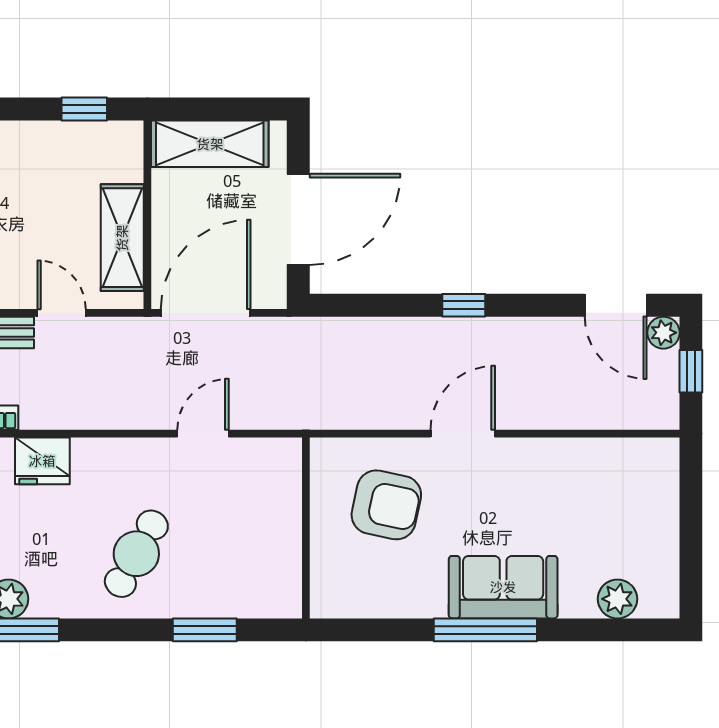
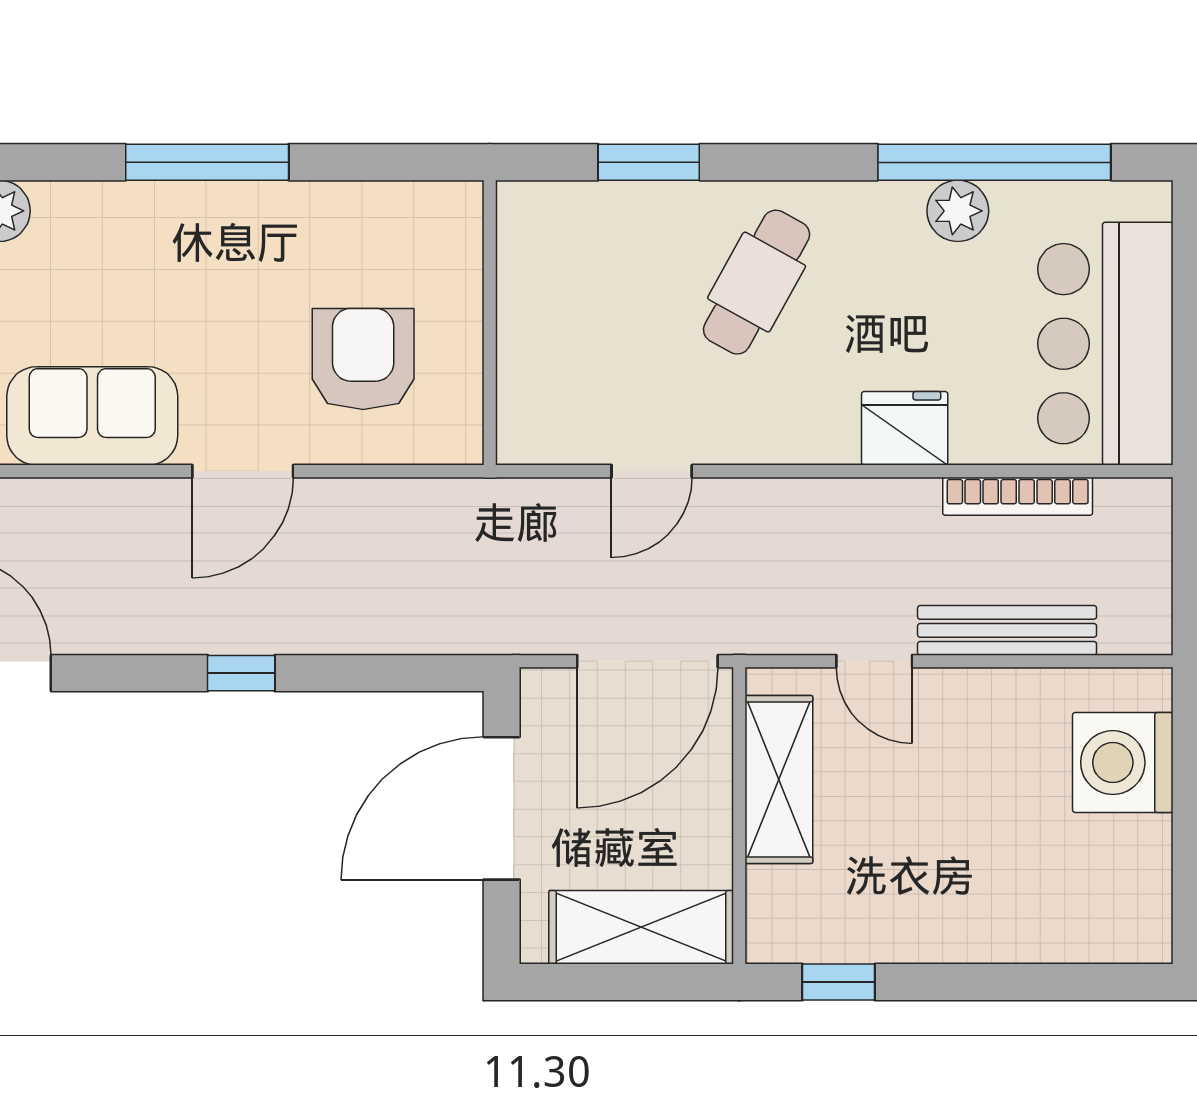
armchair: (386, 505) -> (363, 359), turned 78
sofa: (503, 587) -> (92, 416), moved, turned 180

